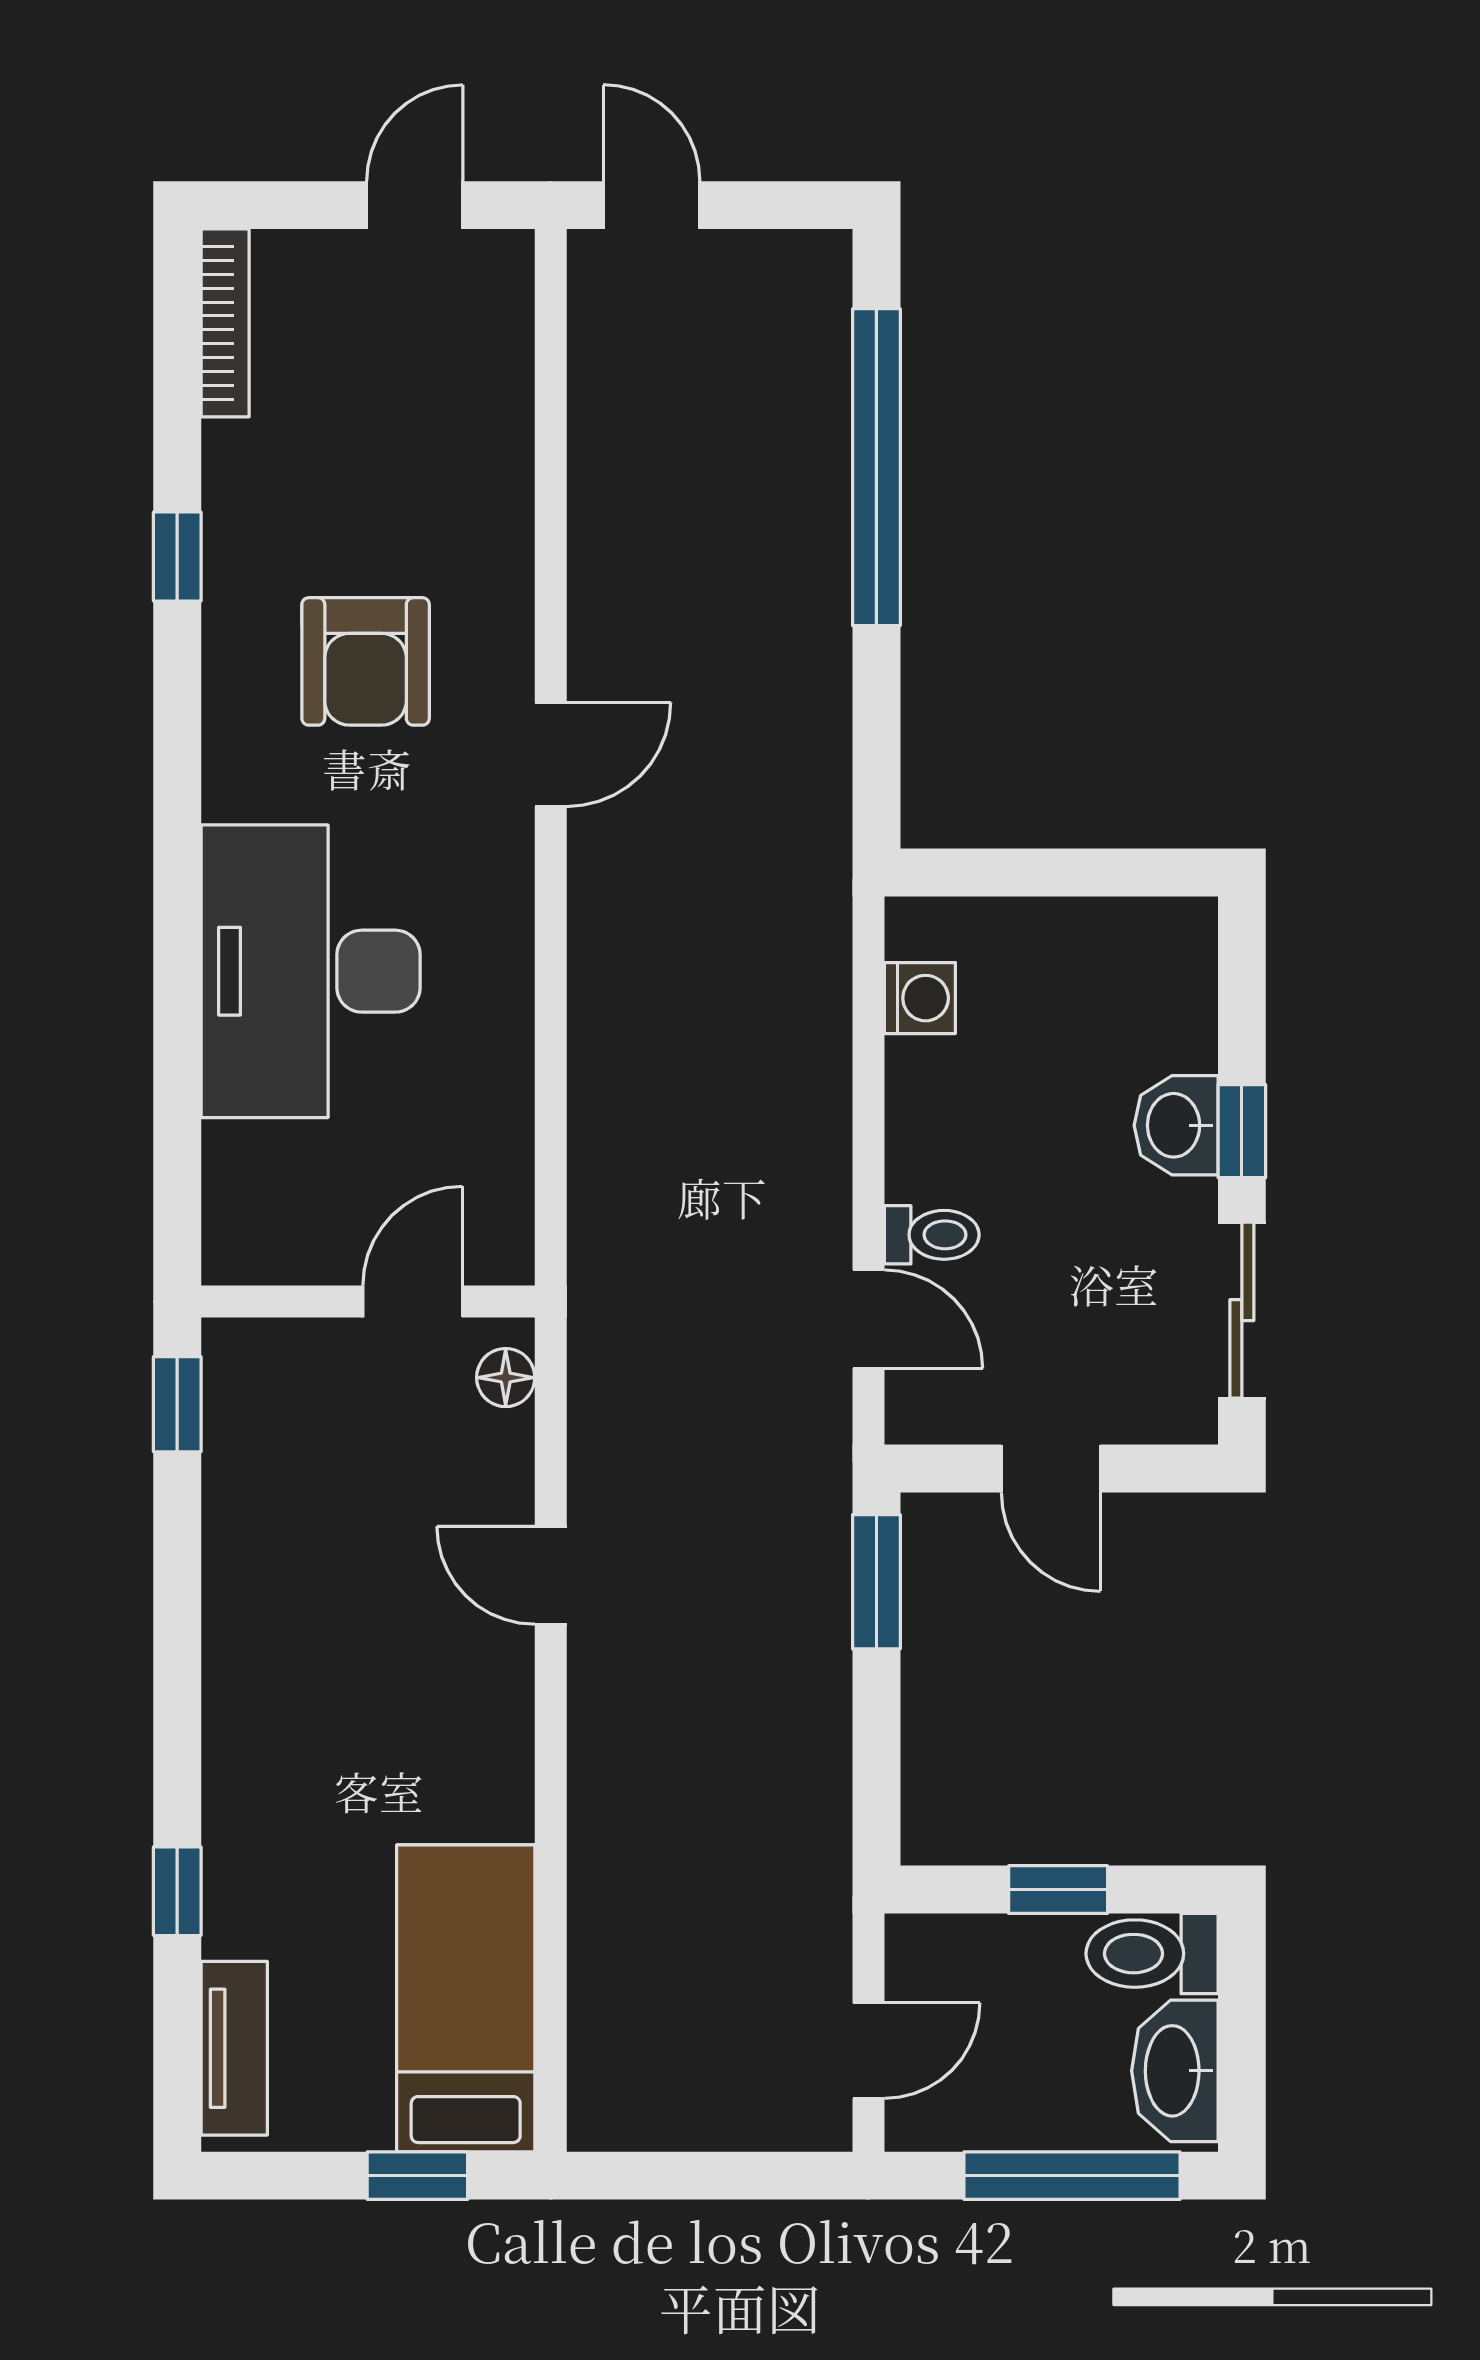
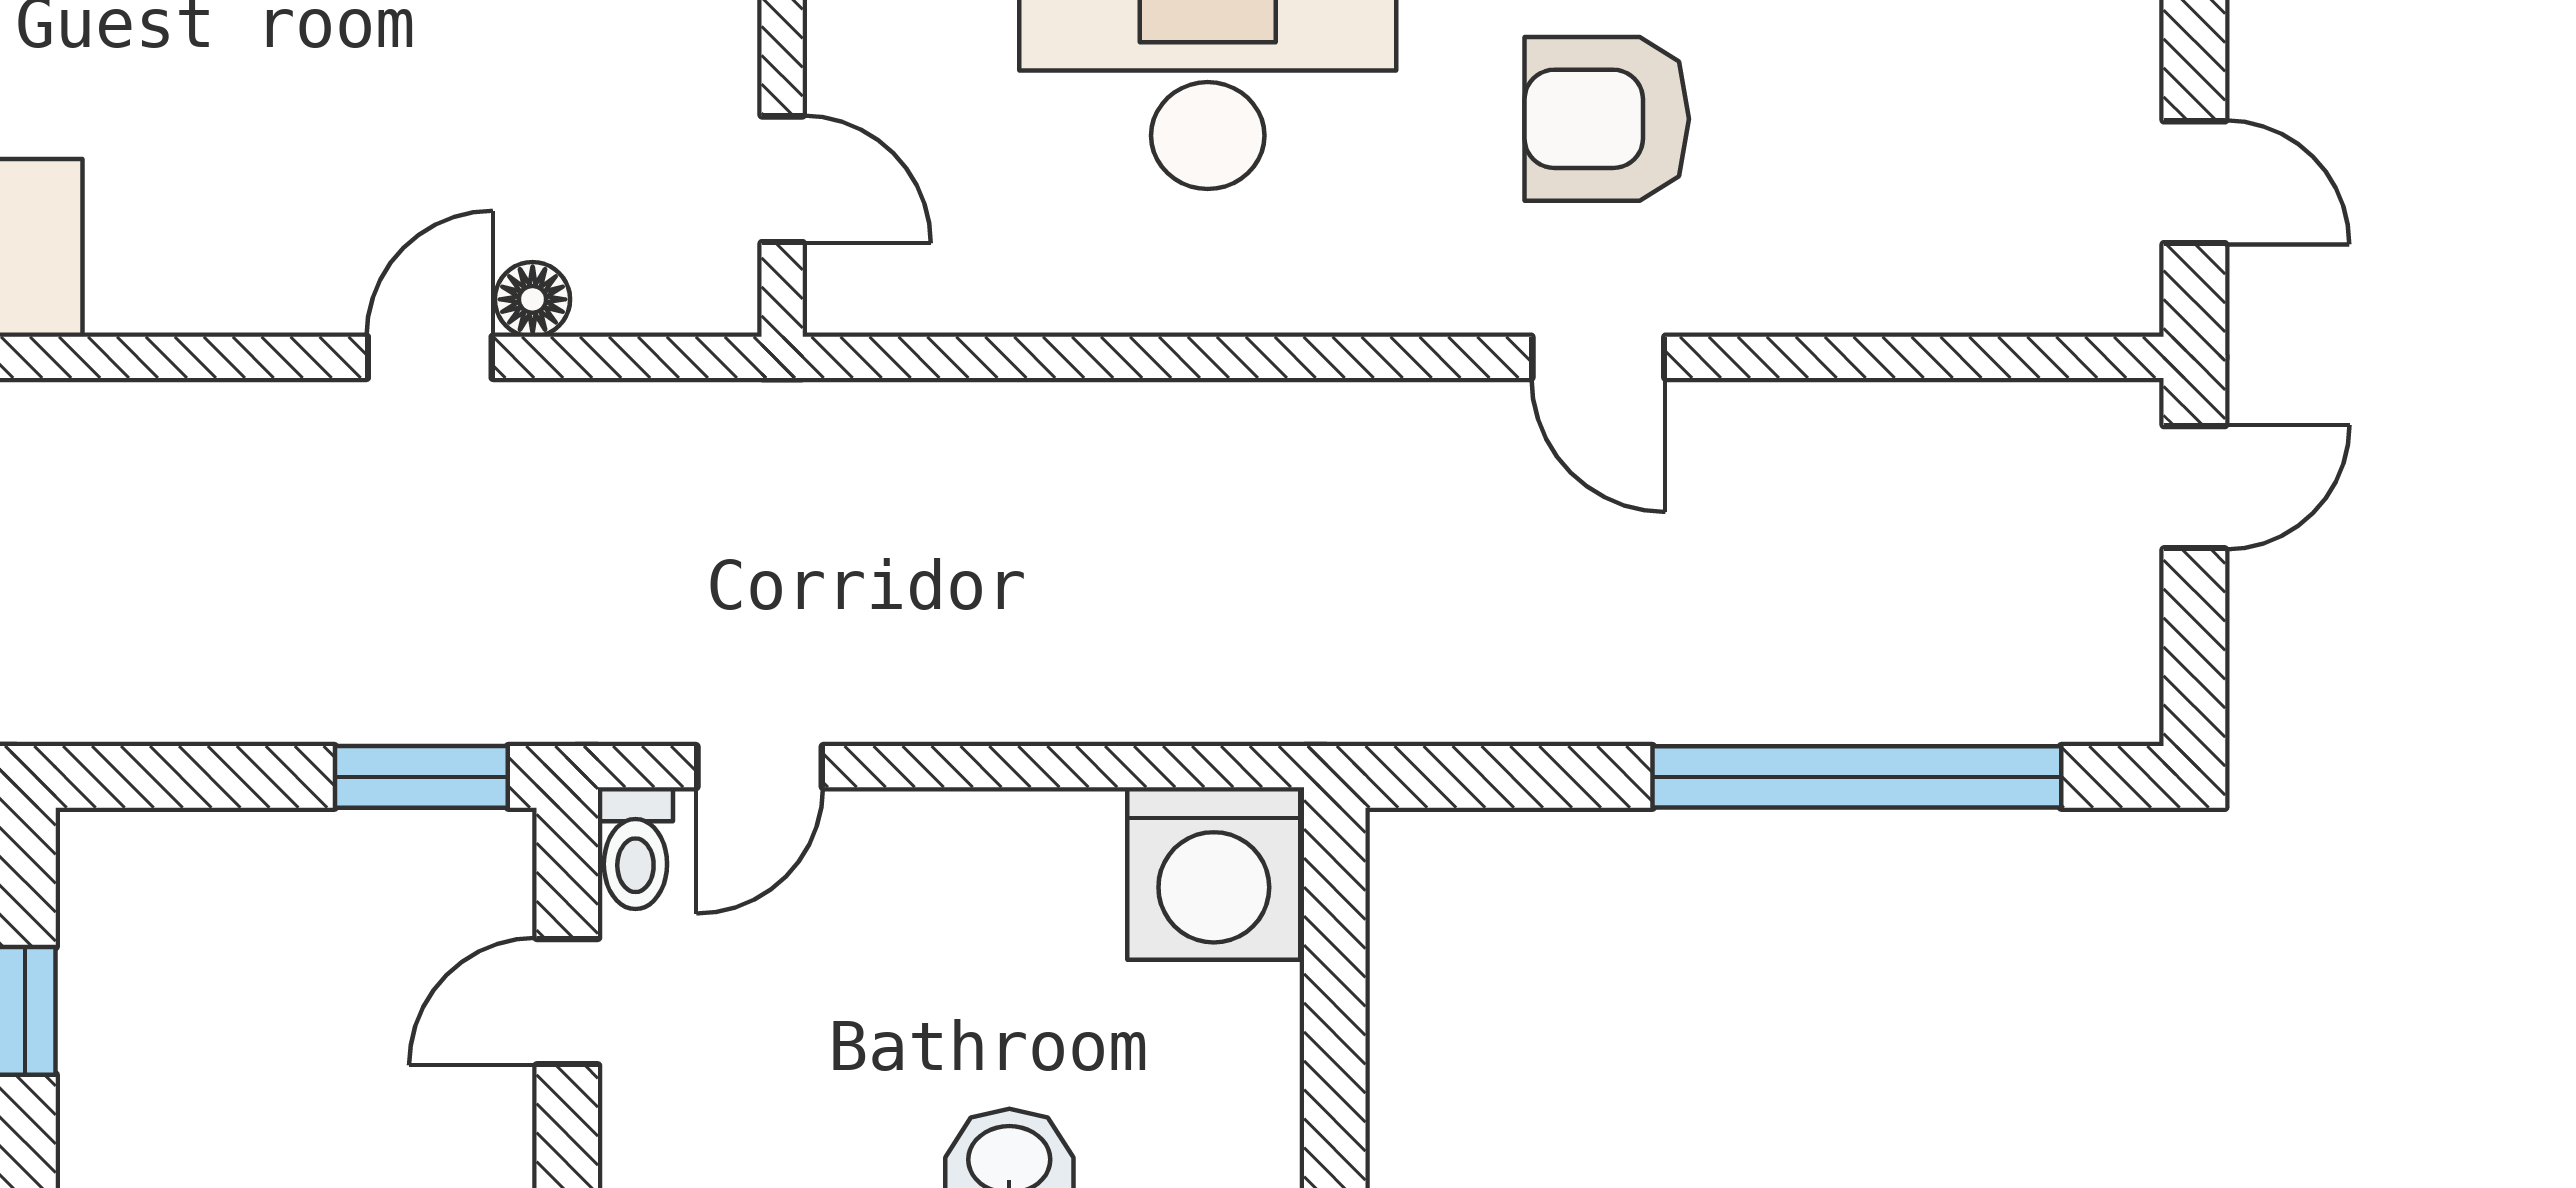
door: (551, 754) -> (1598, 357), moved
washing machine: (920, 998) -> (1214, 874), width x1.89, depth x1.89
toilet: (932, 1235) -> (635, 848), moved
floor lamp: (506, 1378) -> (533, 299), moved

